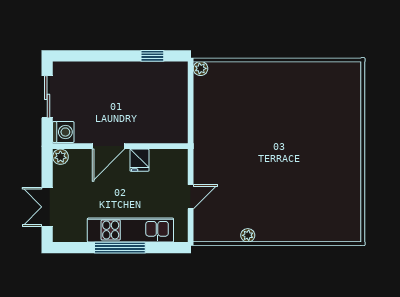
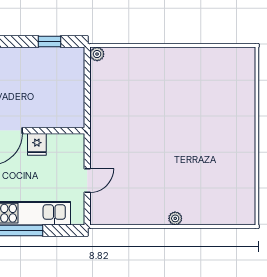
plant: (248, 235) -> (175, 218), moved

